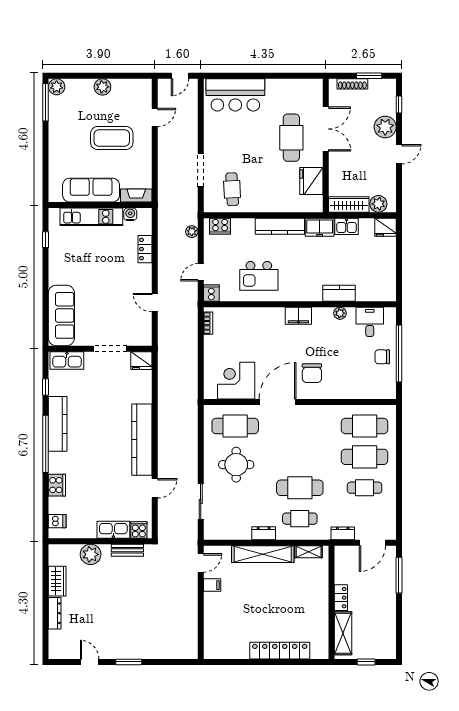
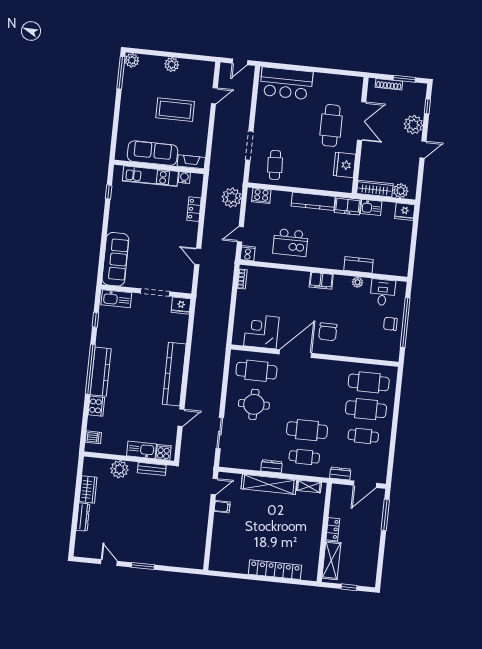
plant: (192, 232) -> (232, 198), width x1.87, depth x1.87
kitchen counter: (58, 424) -> (101, 372), moved

